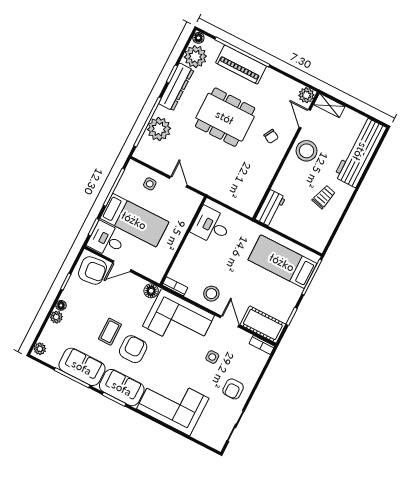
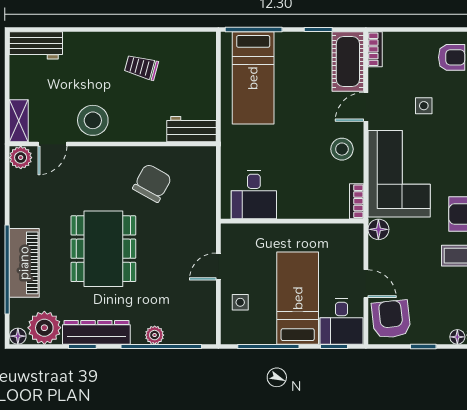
plant: (159, 129) -> (155, 335), width x0.53, depth x0.53
chair: (271, 136) -> (152, 183), moved, width x1.87, depth x1.87
workbench: (360, 152) -> (36, 45), width x0.53, depth x0.76

